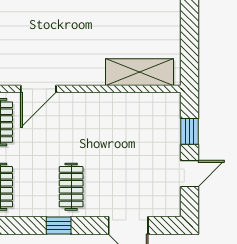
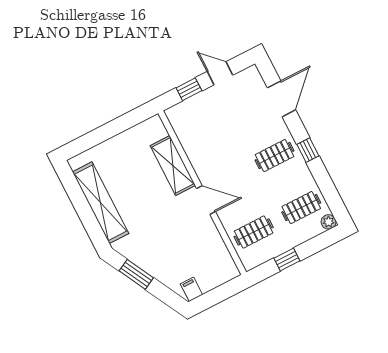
shelving: (139, 72) -> (173, 166), moved
door: (38, 89) -> (206, 200), moved

